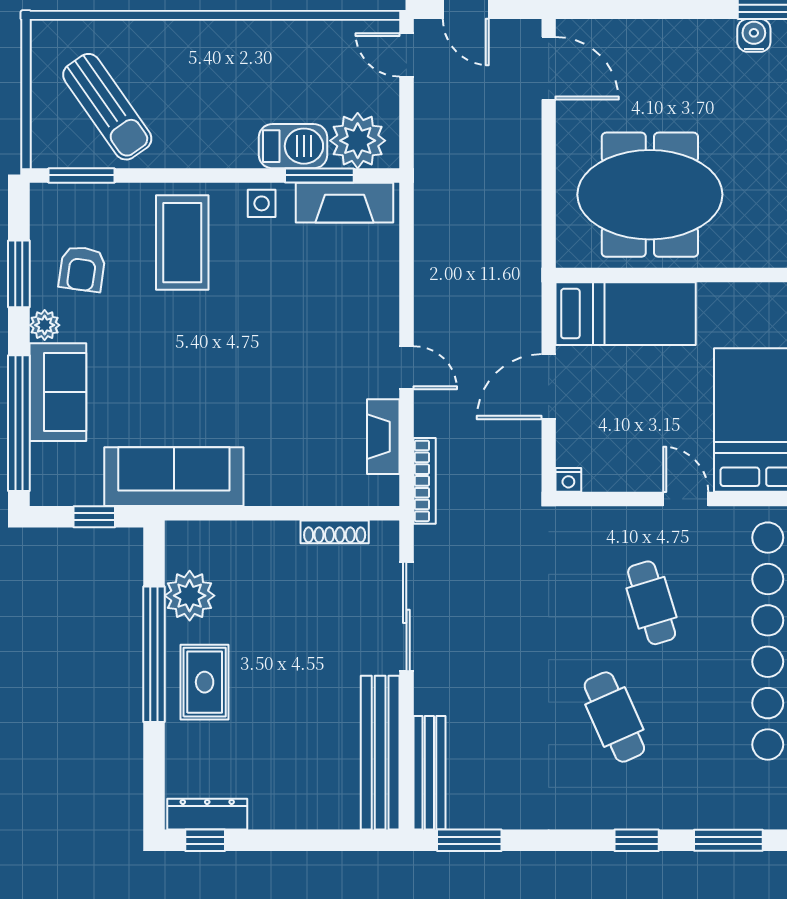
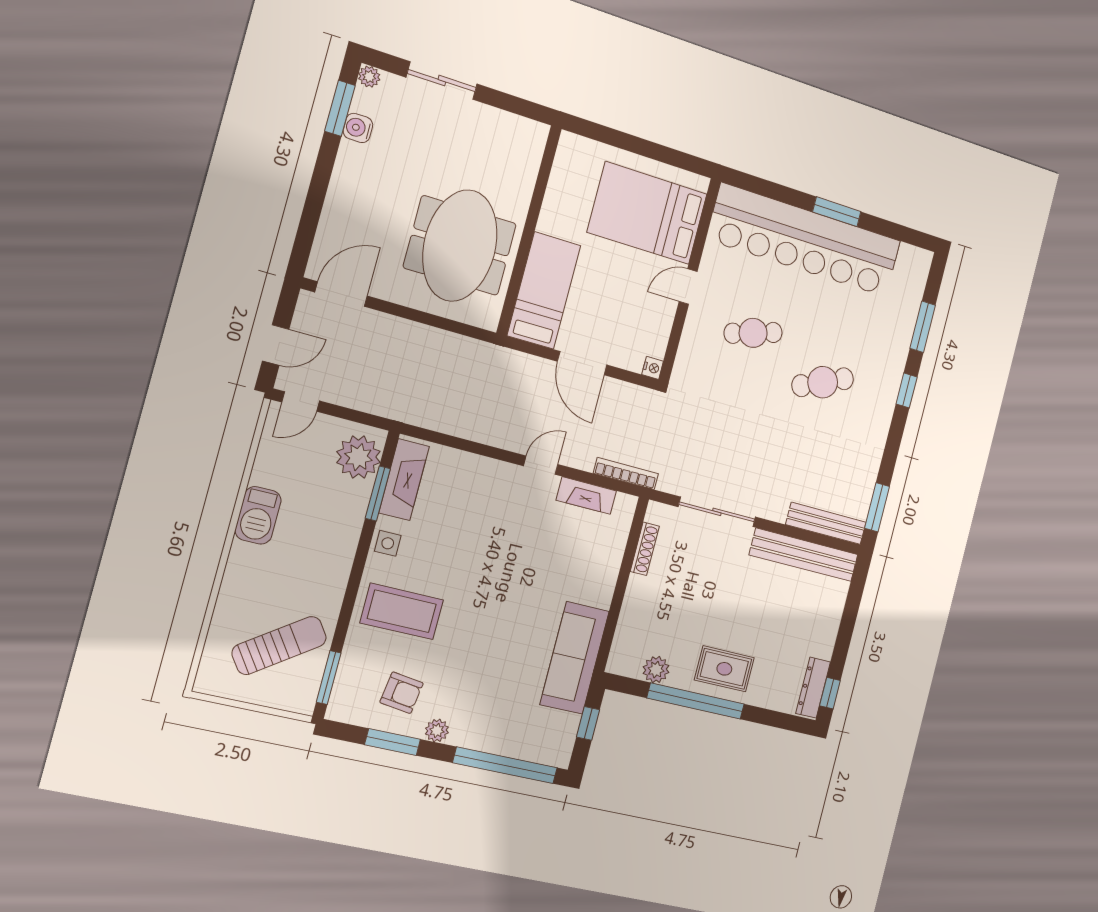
barbecue: (293, 146) -> (258, 515), moved, turned 180
sofa: (58, 392) -> (490, 731), removed
plant: (190, 596) -> (656, 670), width x0.73, depth x0.73

